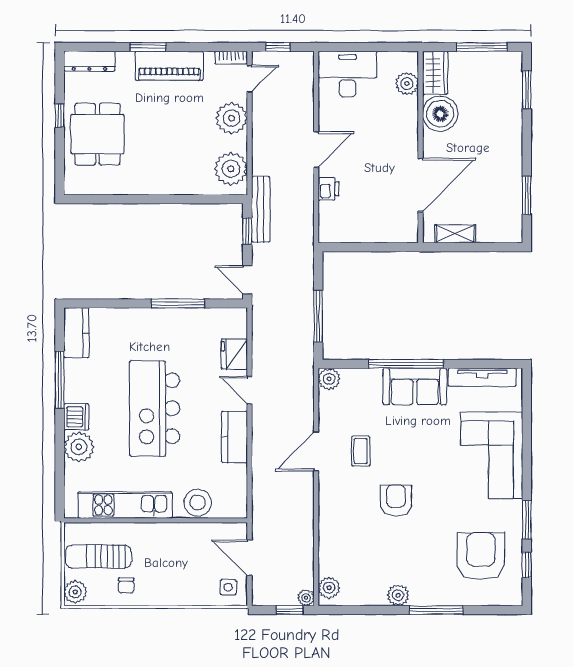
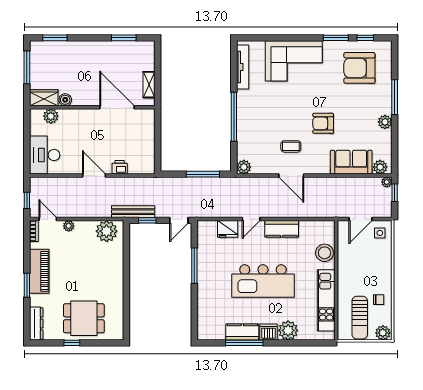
boiler: (440, 114) -> (65, 100), width x0.54, depth x0.54
plant: (232, 118) -> (69, 226), width x0.53, depth x0.53
kitchen counter: (76, 333) -> (242, 332), moved
sofa: (415, 386) -> (351, 162), moved, turned -90

